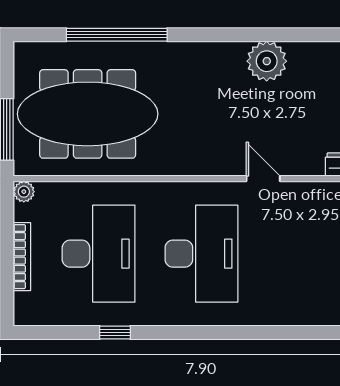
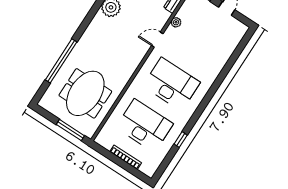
meeting table: (88, 114) -> (85, 93), width x0.73
plant: (24, 192) -> (176, 22), moved

